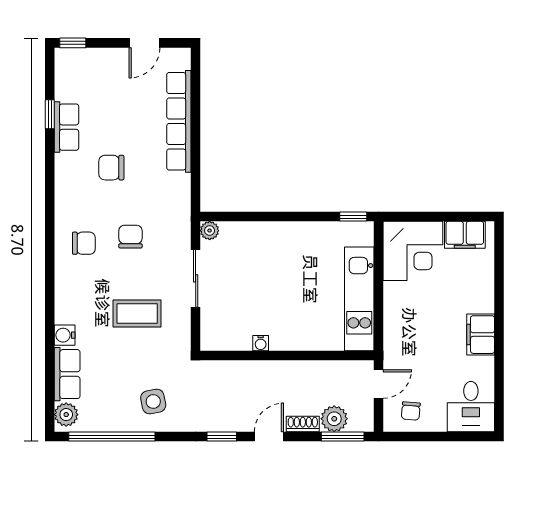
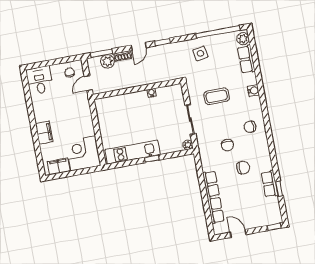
door: (144, 43) -> (238, 233), hinge flipped
window: (353, 217) -> (152, 159), moved
chair: (130, 237) -> (227, 145), moved
kitchen unit: (359, 299) -> (133, 152), moved, turned -90
water cooler: (65, 335) -> (253, 91), moved
filing cabinet: (481, 335) -> (44, 133), moved

